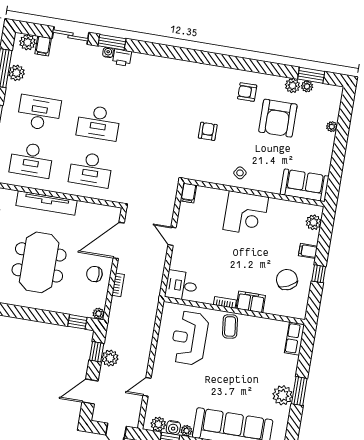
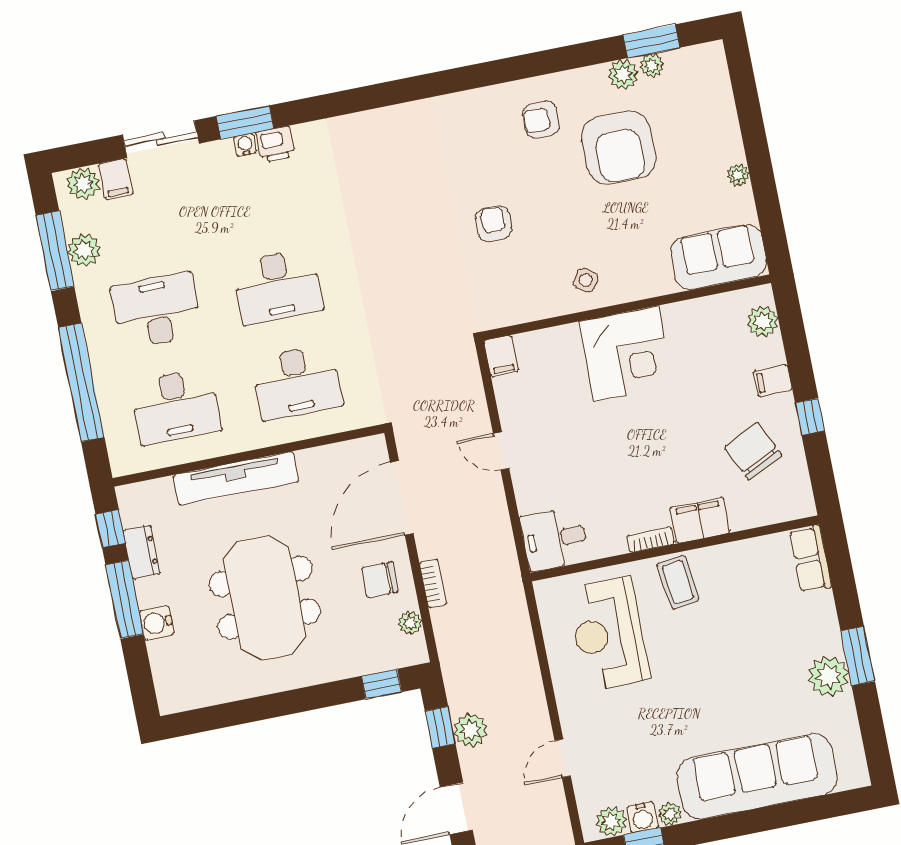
plant: (332, 127) -> (738, 175), moved
plant: (98, 314) -> (410, 623), moved

